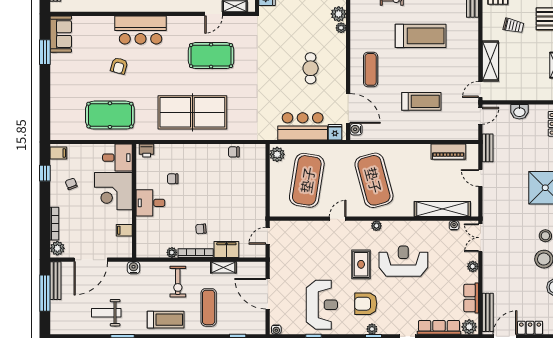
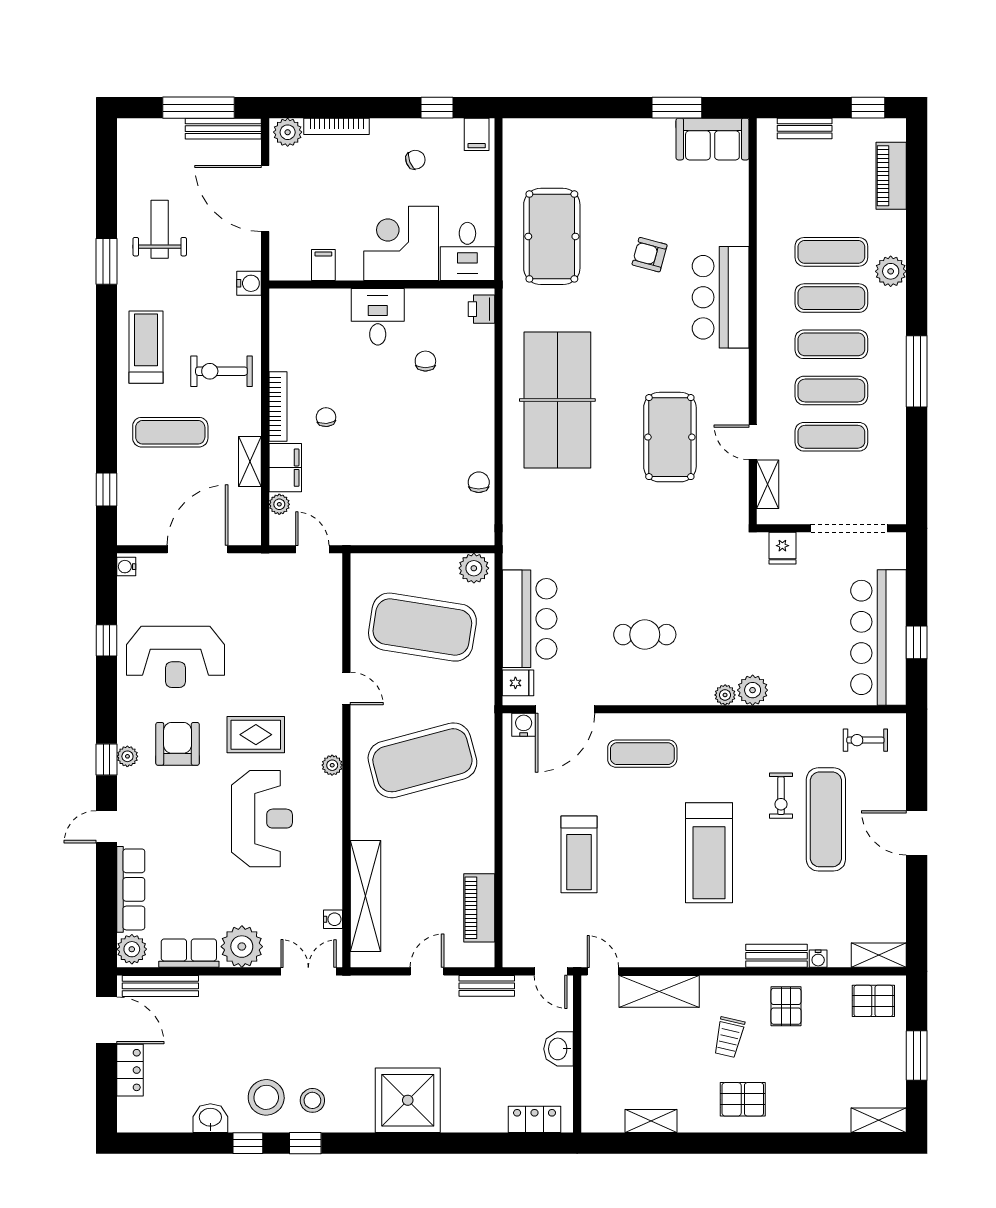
plant: (172, 252) -> (279, 504), moved
plant: (473, 266) -> (242, 947), width x1.88, depth x1.88
treadmill: (166, 320) -> (146, 347), turned 180

